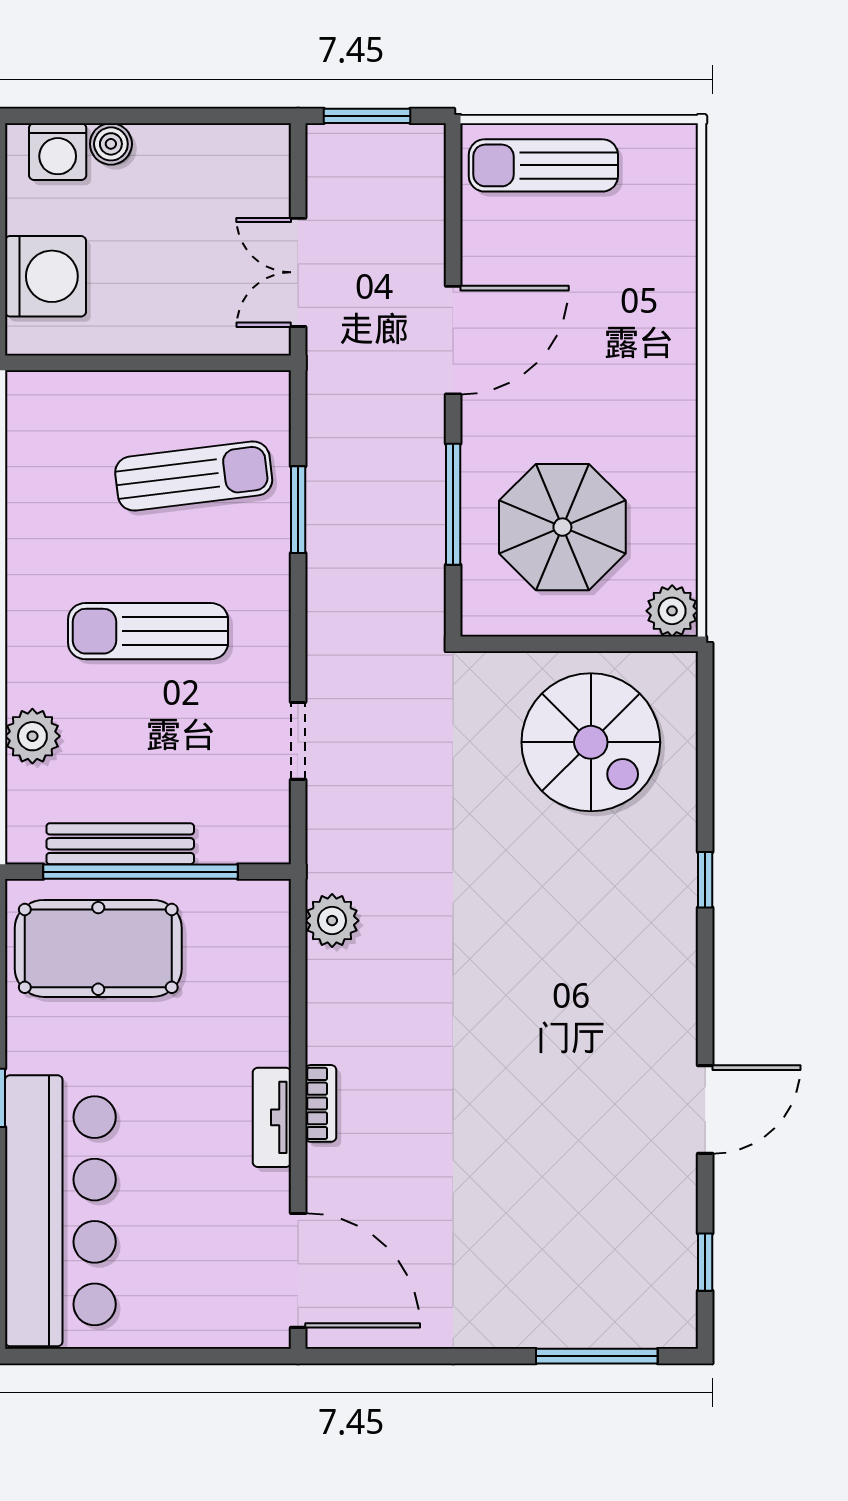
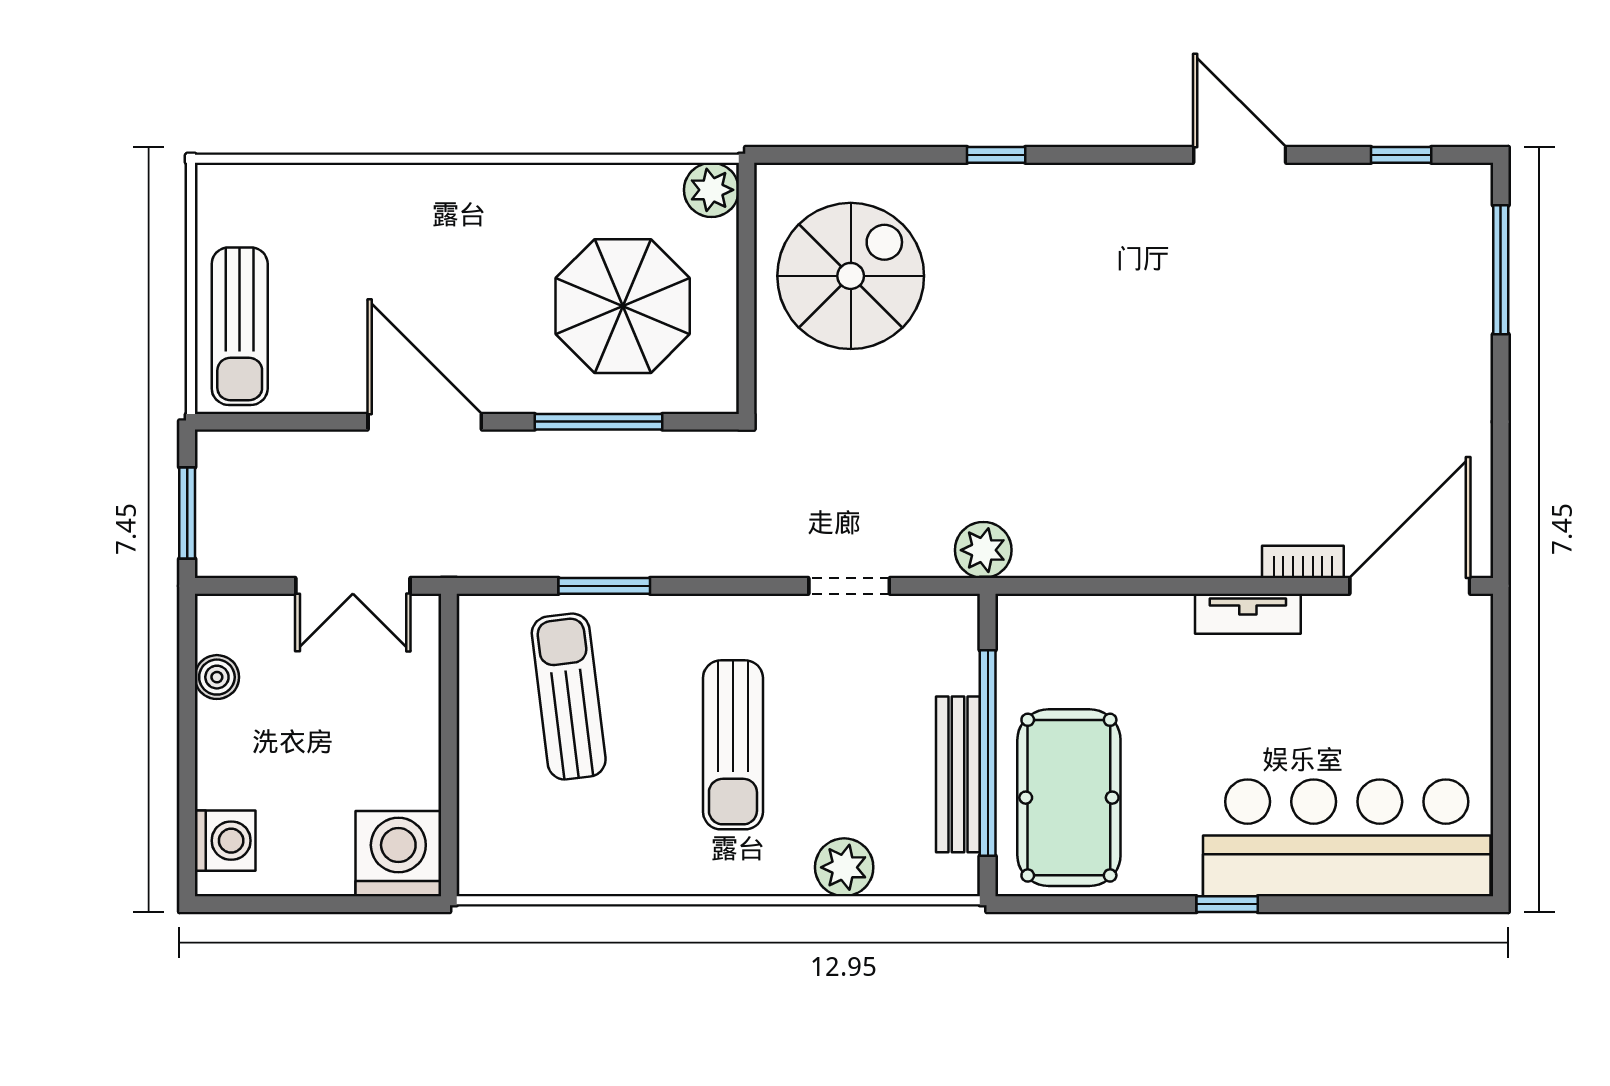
boiler: (111, 144) -> (217, 677), moved
washing machine: (45, 276) -> (398, 854), moved
plant: (332, 921) -> (983, 550), moved
bookcase: (321, 1103) -> (1303, 562), moved

